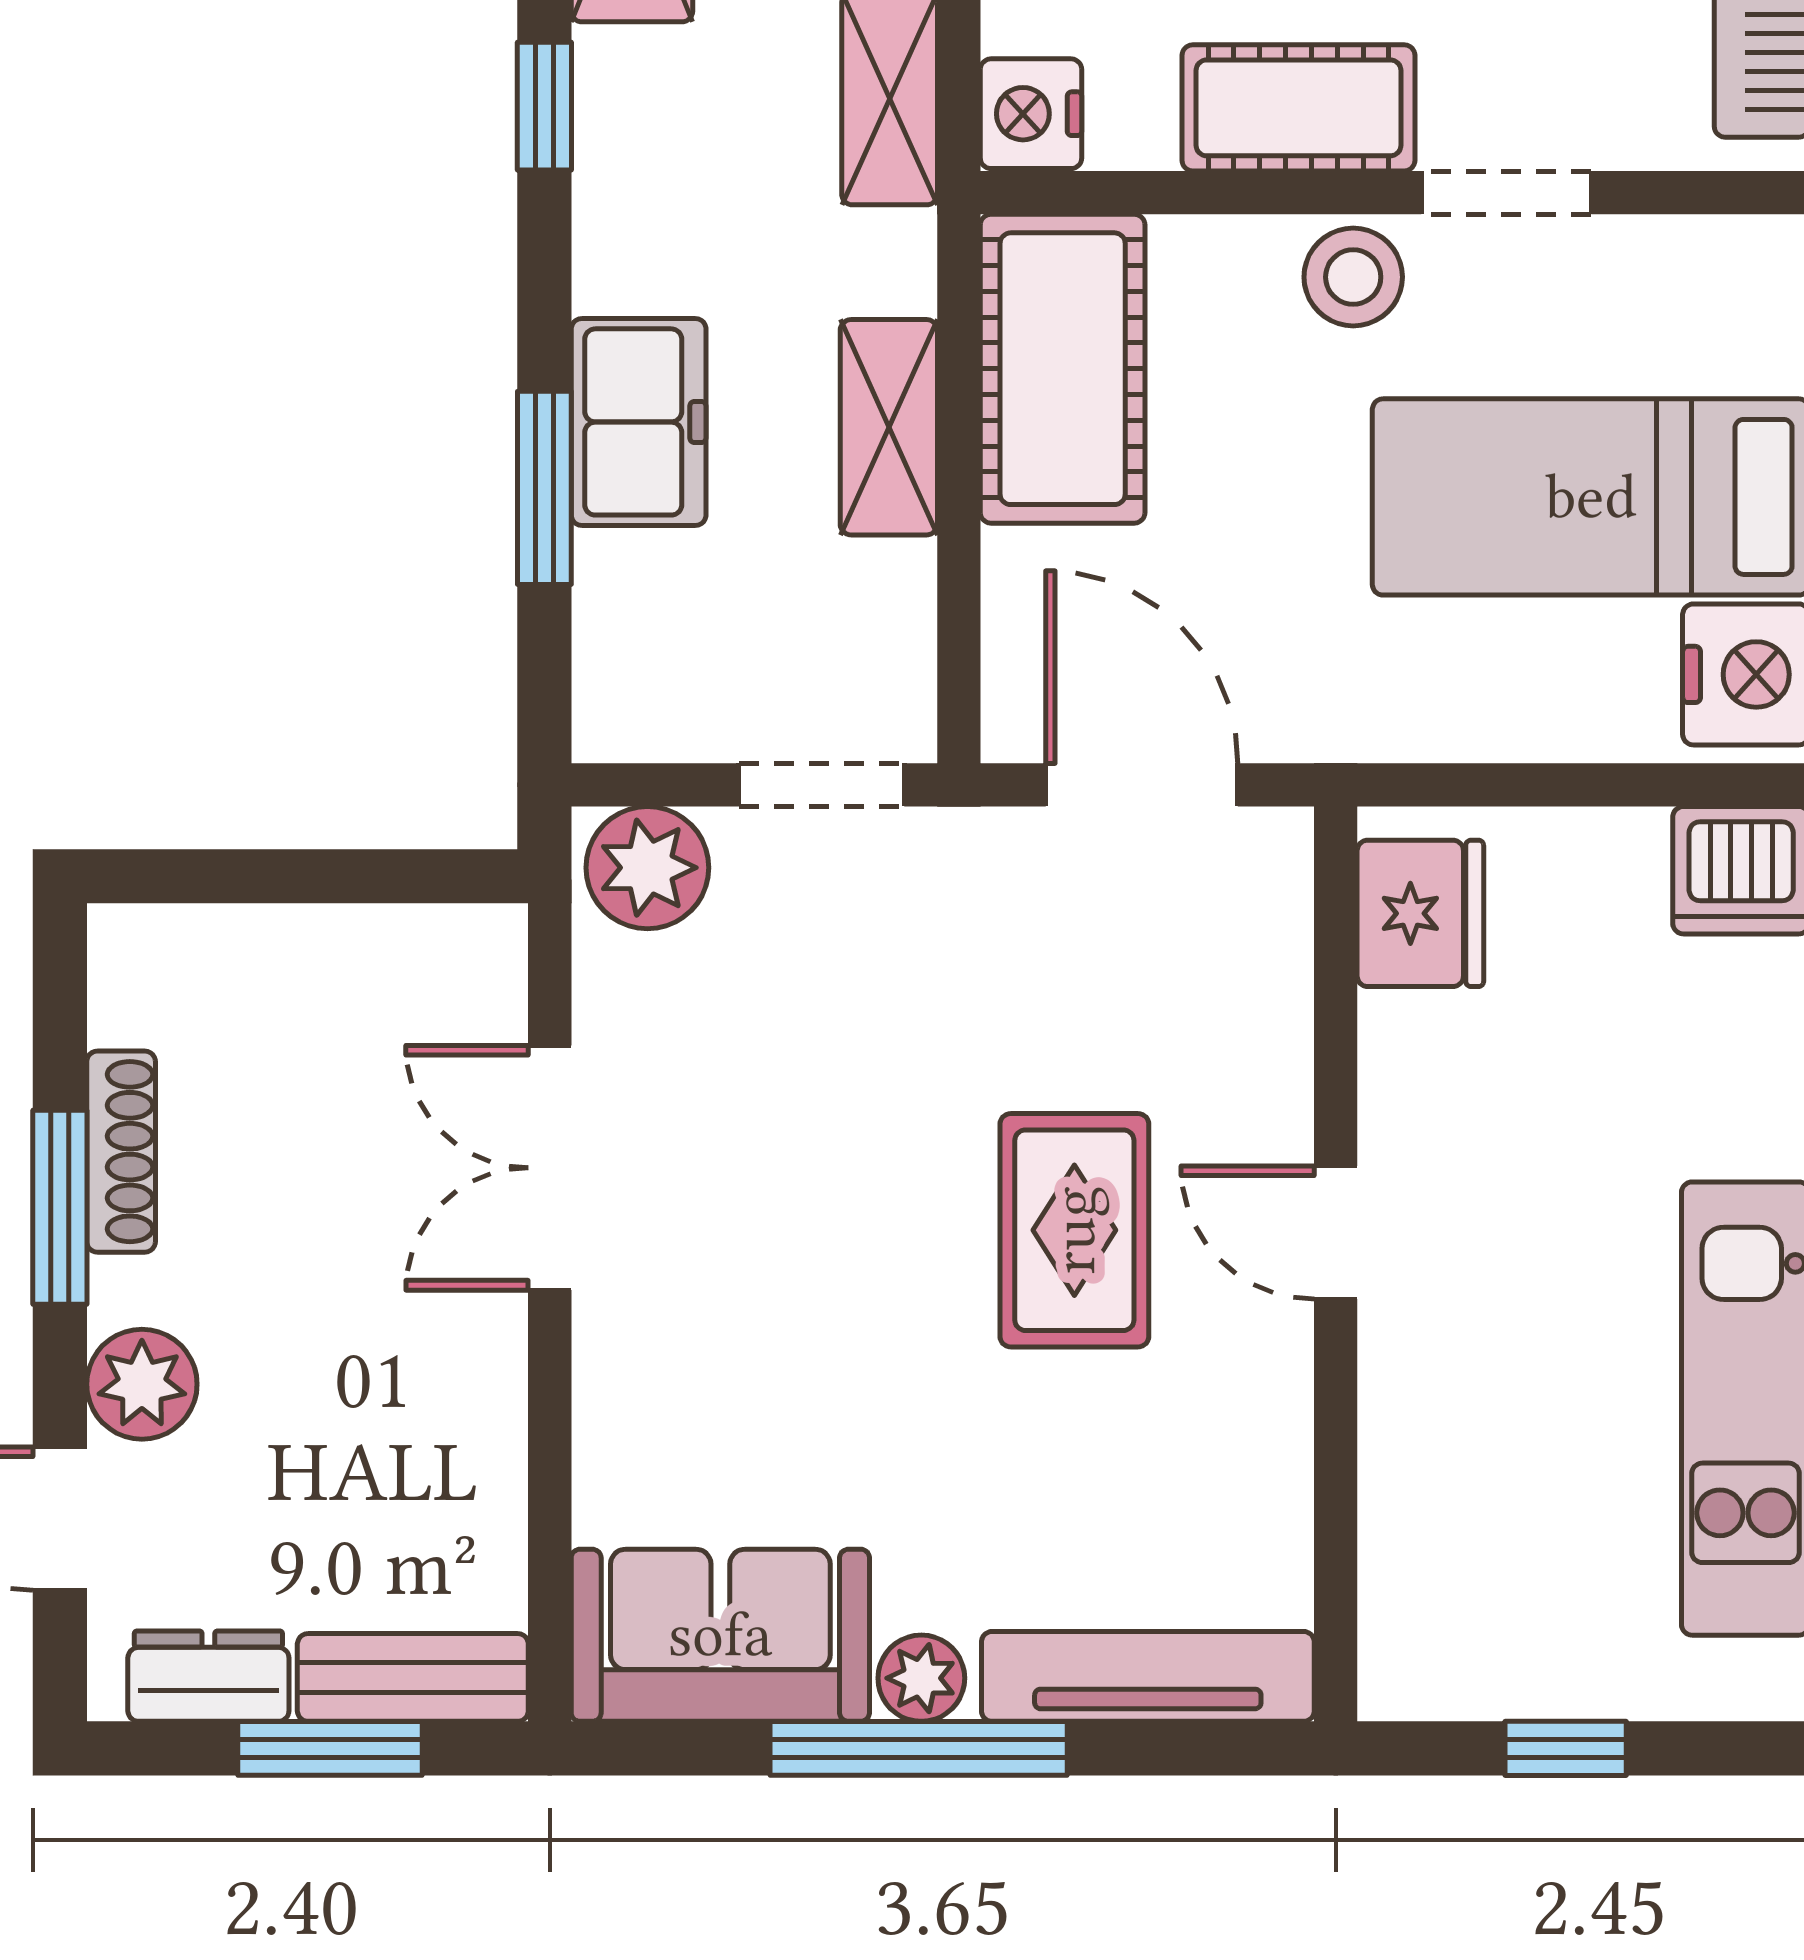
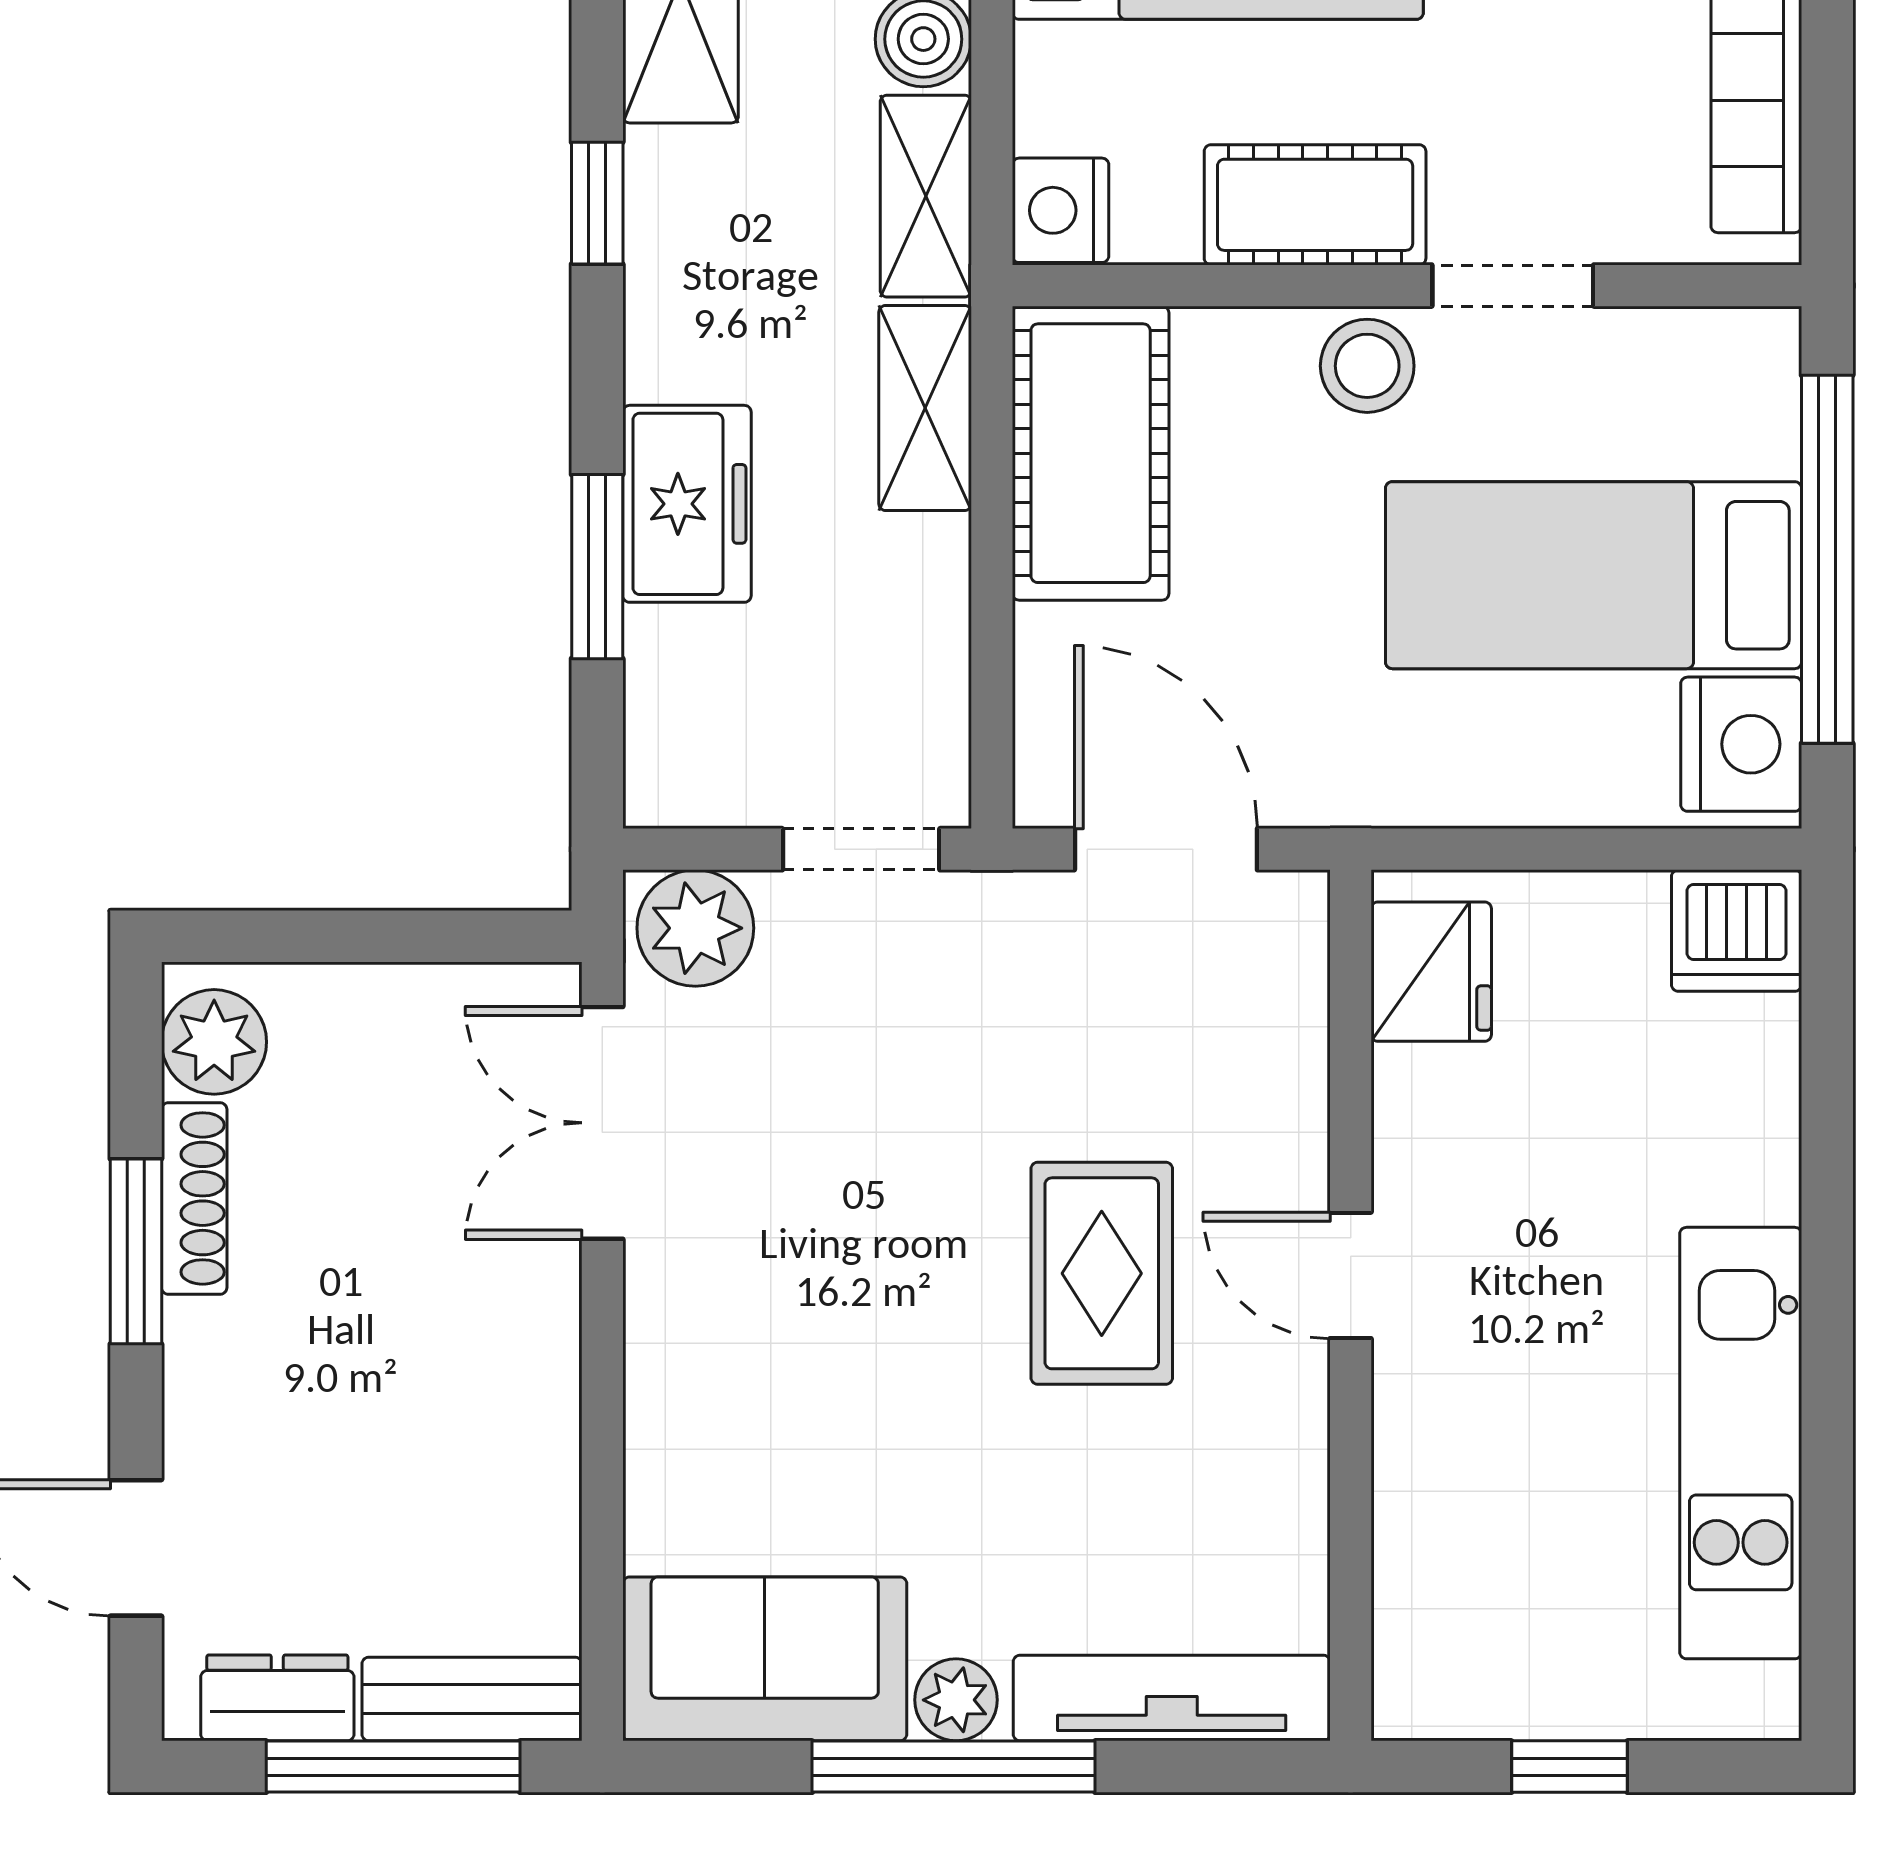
shelving: (889, 427) -> (925, 408), moved
double door: (550, 1168) -> (602, 1123), moved
plant: (142, 1384) -> (214, 1042), moved
window: (330, 1748) -> (393, 1767), width x1.44

